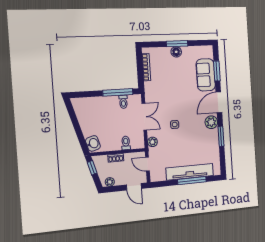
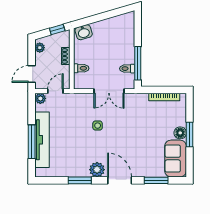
sofa: (206, 75) -> (176, 159), moved, turned -90
plant: (152, 142) -> (40, 98), moved

